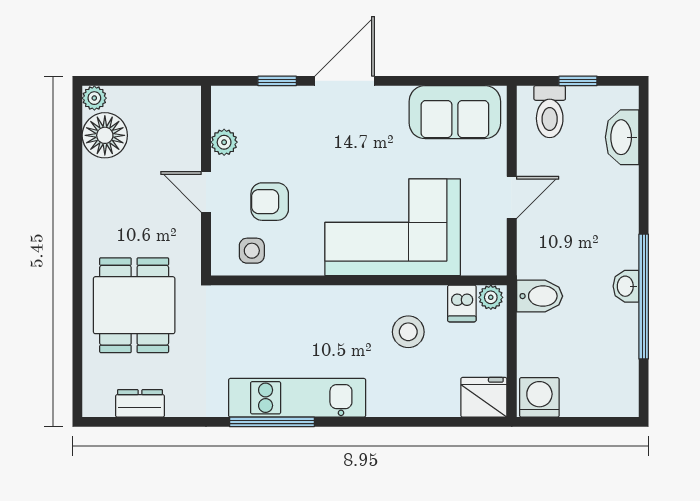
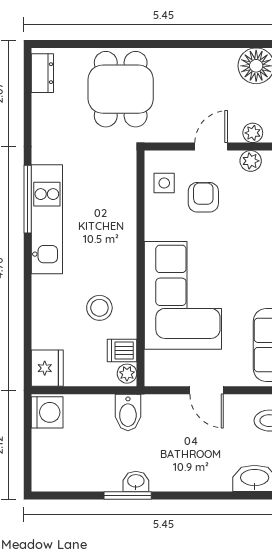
plant: (189, 140) -> (253, 133), added
window: (644, 297) -> (128, 496), width x0.47
dining table: (134, 305) -> (121, 89), turned 90
dresser: (140, 403) -> (42, 73), moved

